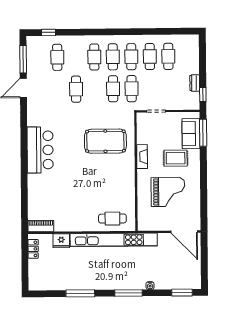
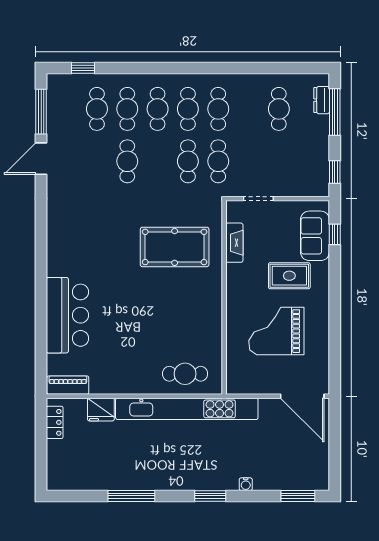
cafe table: (150, 57) -> (127, 109), moved
window: (202, 58) -> (335, 112), added
dresser: (195, 83) -> (322, 100), moved
window: (203, 133) -> (335, 234), width x0.46
bar counter: (40, 150) -> (67, 315), moved
fireplace: (142, 157) -> (234, 243), moved
grand piano: (168, 192) -> (276, 331), turned 180
window: (128, 293) -> (210, 496), width x0.69

